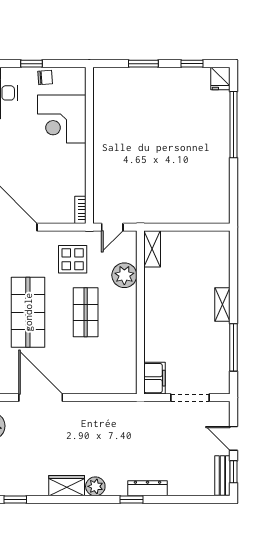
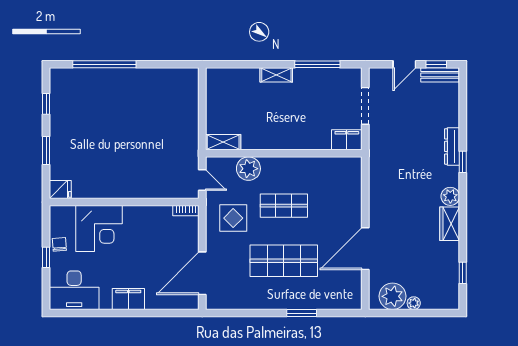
fridge: (220, 78) -> (60, 190), moved

